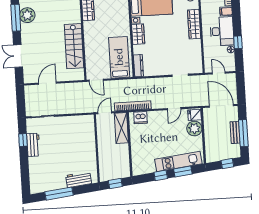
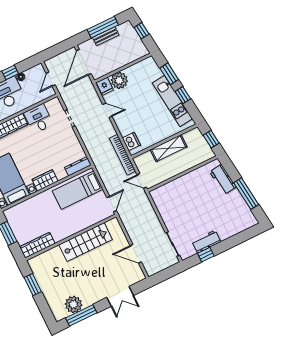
desk: (191, 50) -> (38, 119), added
shelving: (121, 128) -> (169, 148), moved
kitchen unit: (178, 161) -> (172, 101), moved

